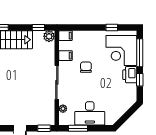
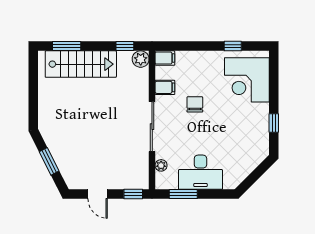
window: (140, 53) -> (274, 83), removed
printer: (130, 75) -> (259, 115), removed

